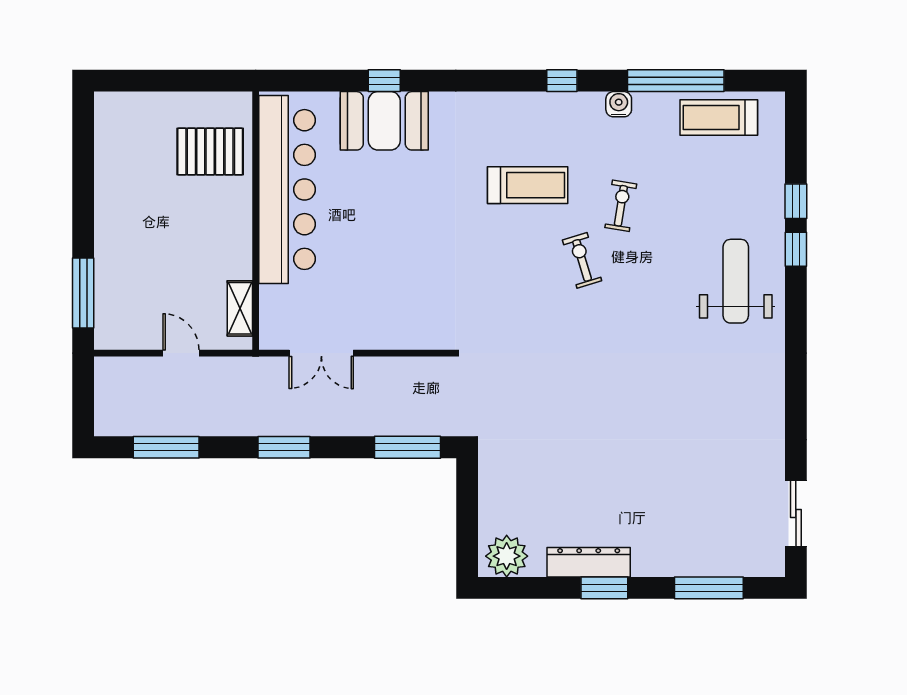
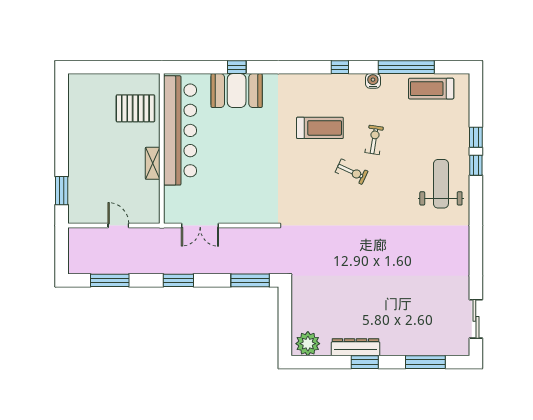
exercise bike: (582, 260) -> (352, 172), turned 132
window: (83, 293) -> (62, 191), width x0.69
shelving: (240, 308) -> (153, 163), moved

